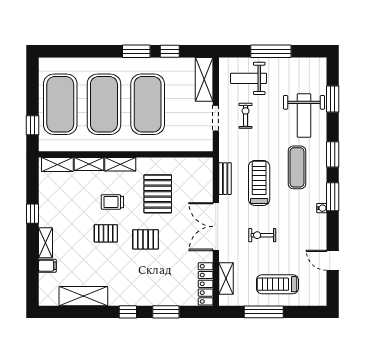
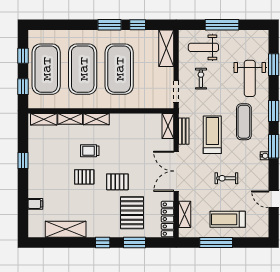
window: (33, 88) -> (23, 56), added
doorway: (216, 118) -> (176, 91), moved
pallet: (158, 194) -> (132, 213), moved
exercise bike: (262, 235) -> (226, 178), moved
shelving: (45, 243) -> (168, 126), moved

